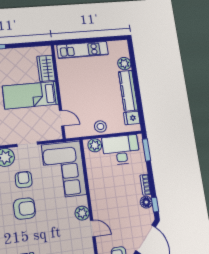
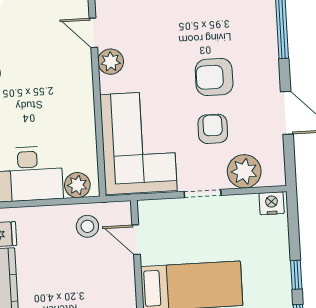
stool: (100, 126) -> (87, 226), moved
armchair: (24, 180) -> (213, 129), turned 180

